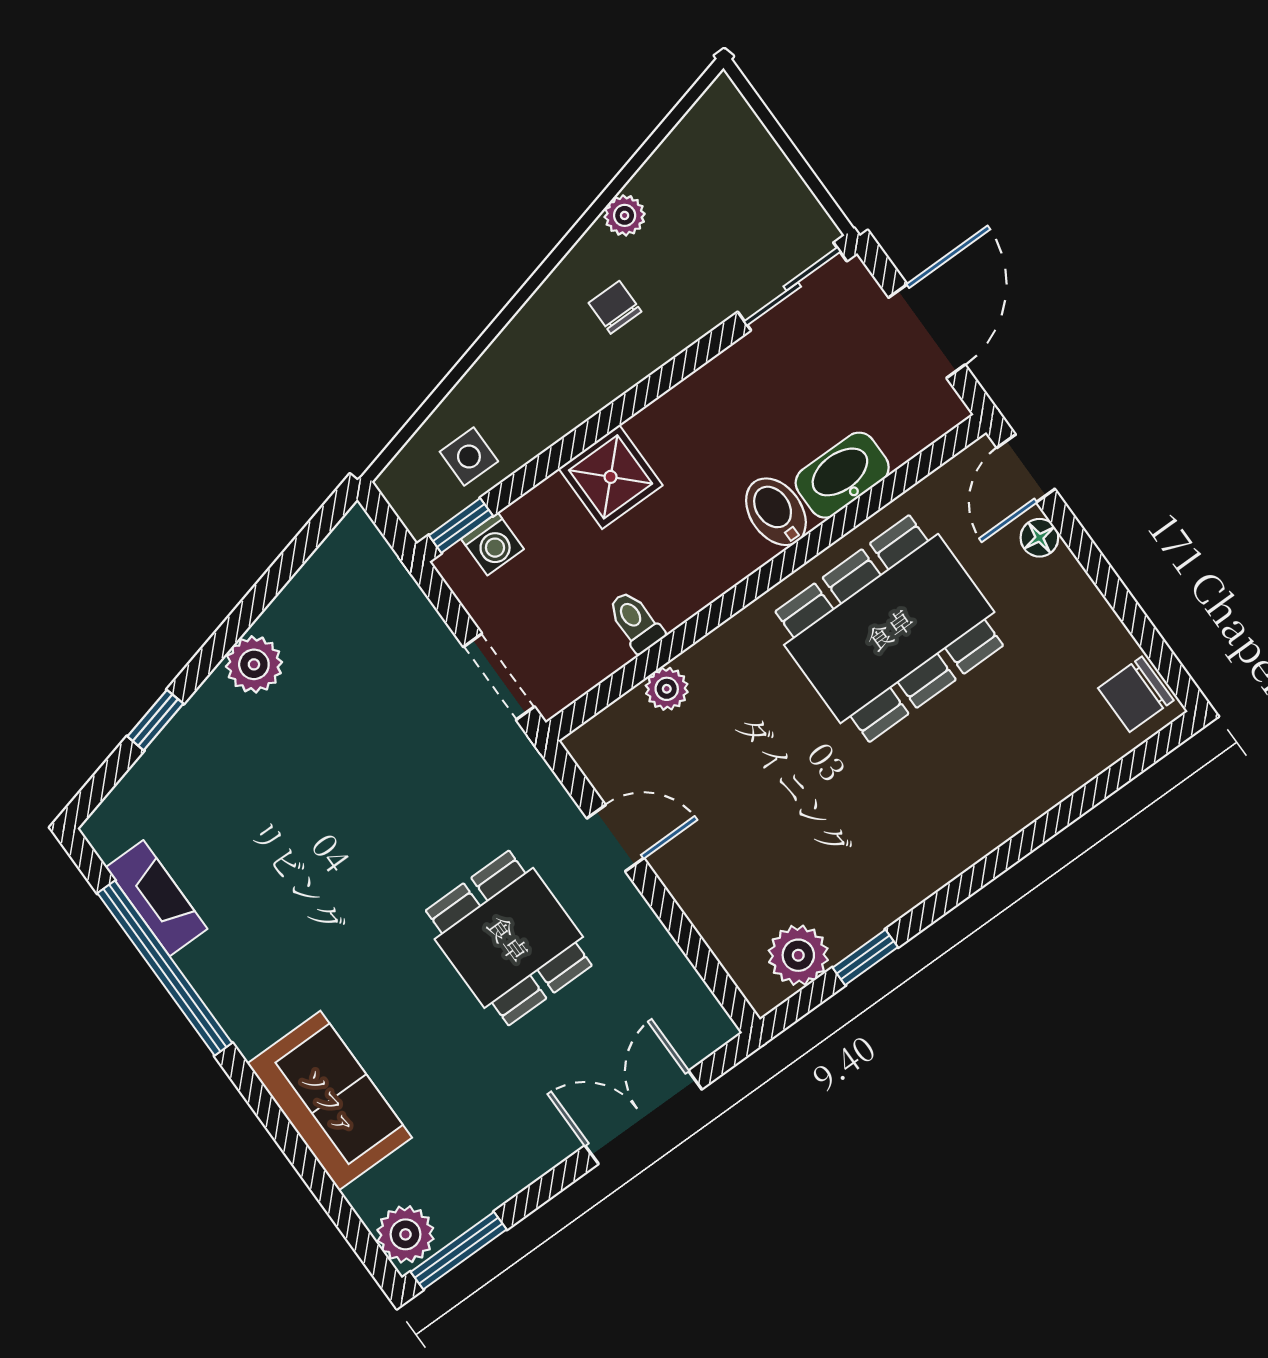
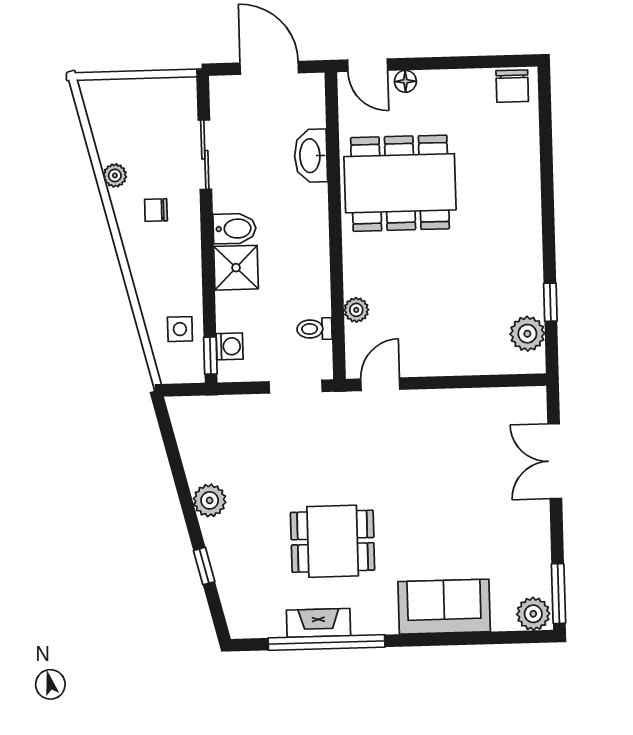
sliding door: (792, 286) -> (205, 155), moved
bidet: (776, 512) -> (235, 229), moved, turned 180
toilet: (635, 622) -> (314, 329), moved
dining table: (889, 629) -> (400, 183), turned 90
door: (615, 838) -> (380, 384), moved
fireplace: (157, 898) -> (319, 623), moved
dining table: (509, 938) -> (333, 541), moved

